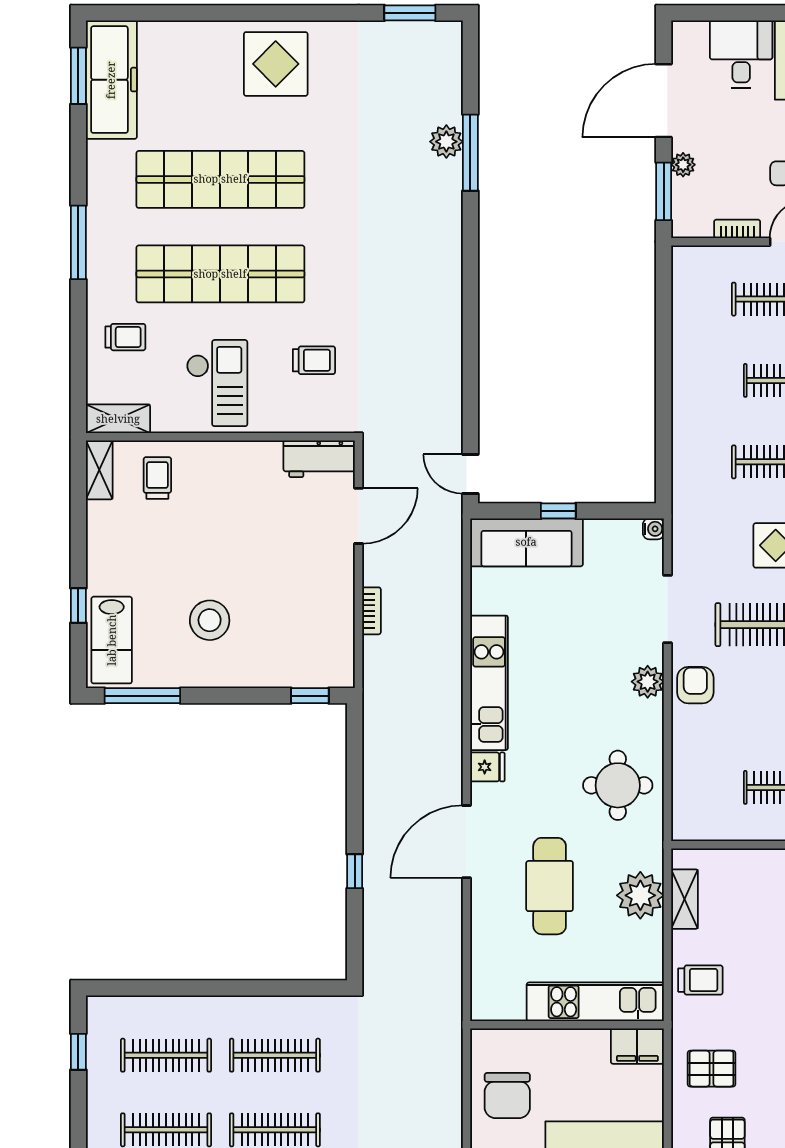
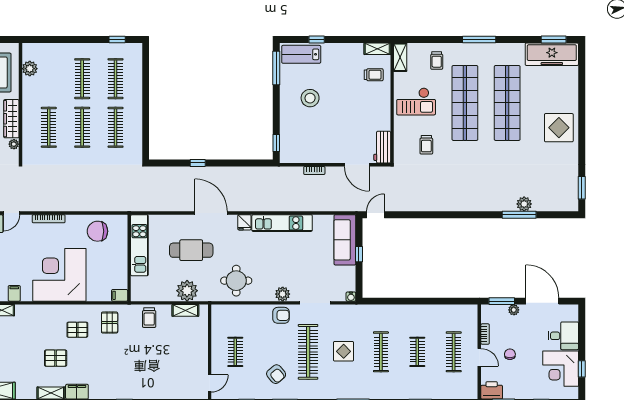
kitchen unit: (595, 1002) -> (139, 245), moved
filing cabinet: (637, 1046) -> (120, 295), width x0.50

